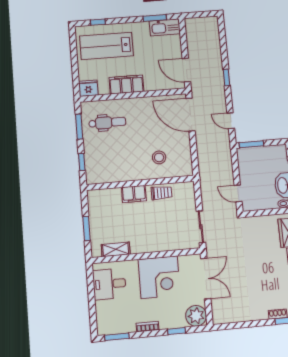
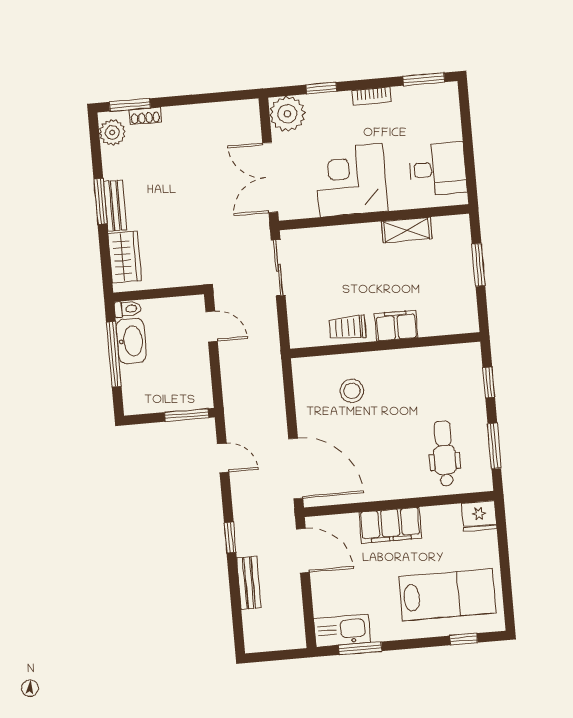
bench: (216, 53) -> (249, 583), added
filing cabinet: (126, 84) -> (390, 525), moved
dental chair: (107, 123) -> (444, 453), turned 90
shelving: (116, 249) -> (407, 230), moved

